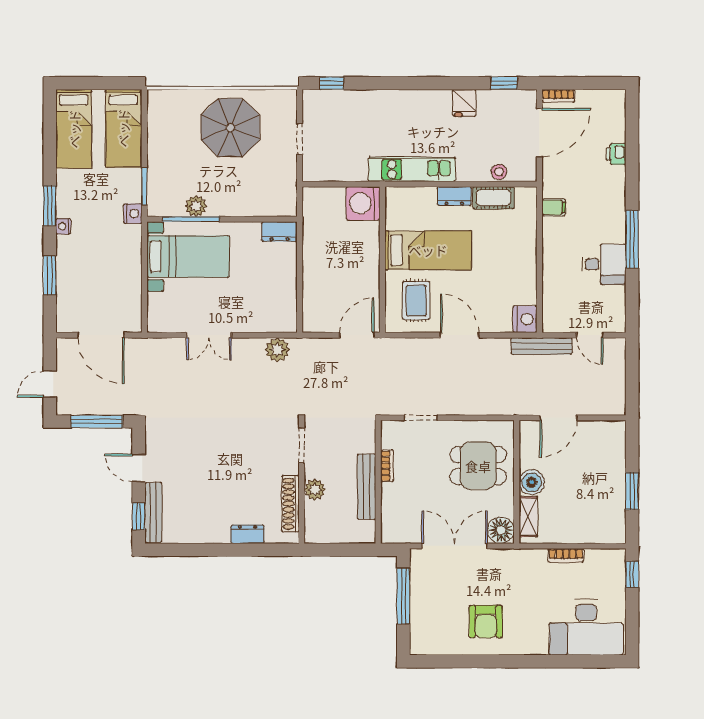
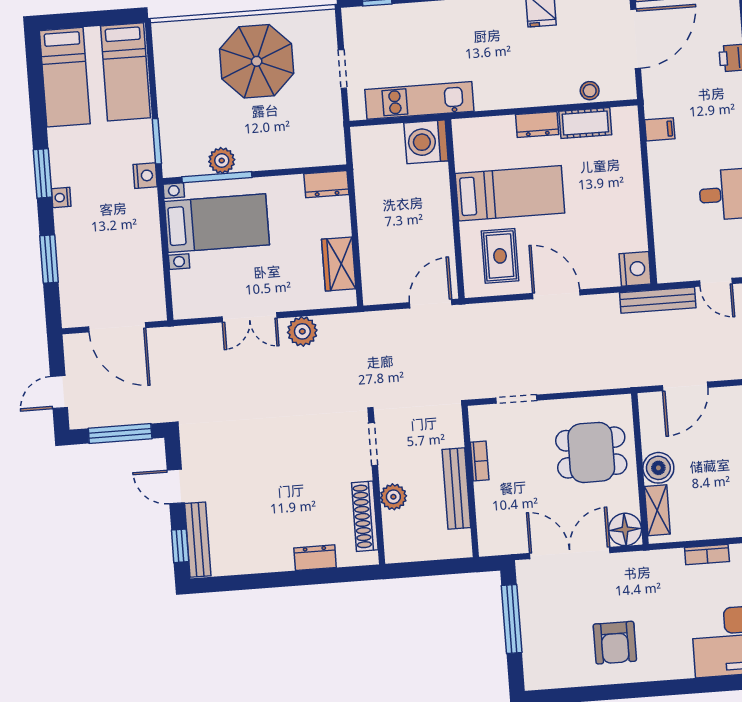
kitchen unit: (412, 169) -> (419, 100), moved
wardrobe: (285, 297) -> (339, 264), added
plant: (277, 350) -> (302, 331), moved

